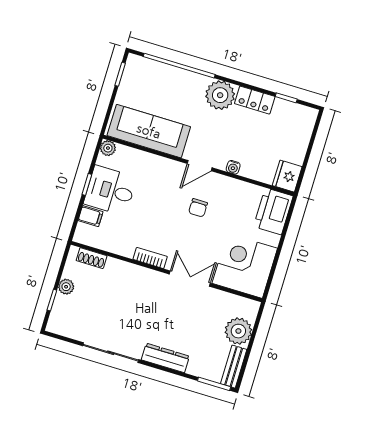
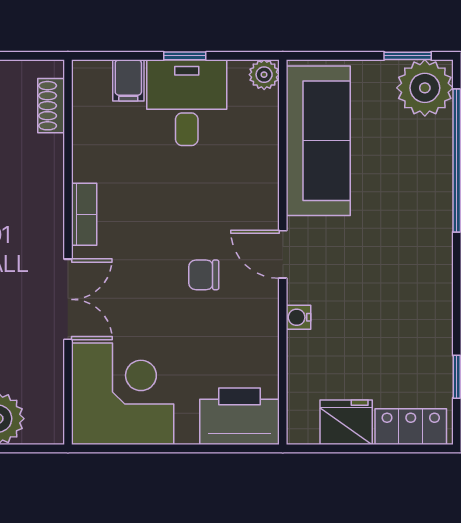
plant: (220, 95) -> (425, 88), moved
locker: (255, 100) -> (411, 427), moved, turned 90
fridge: (287, 176) -> (346, 422), moved

